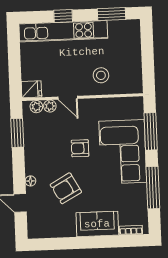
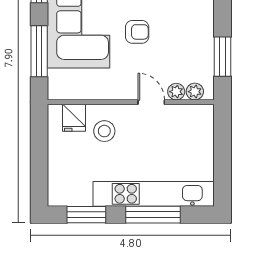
window: (63, 16) -> (153, 215), width x2.17
fridge: (31, 89) -> (74, 118), moved, turned -90

